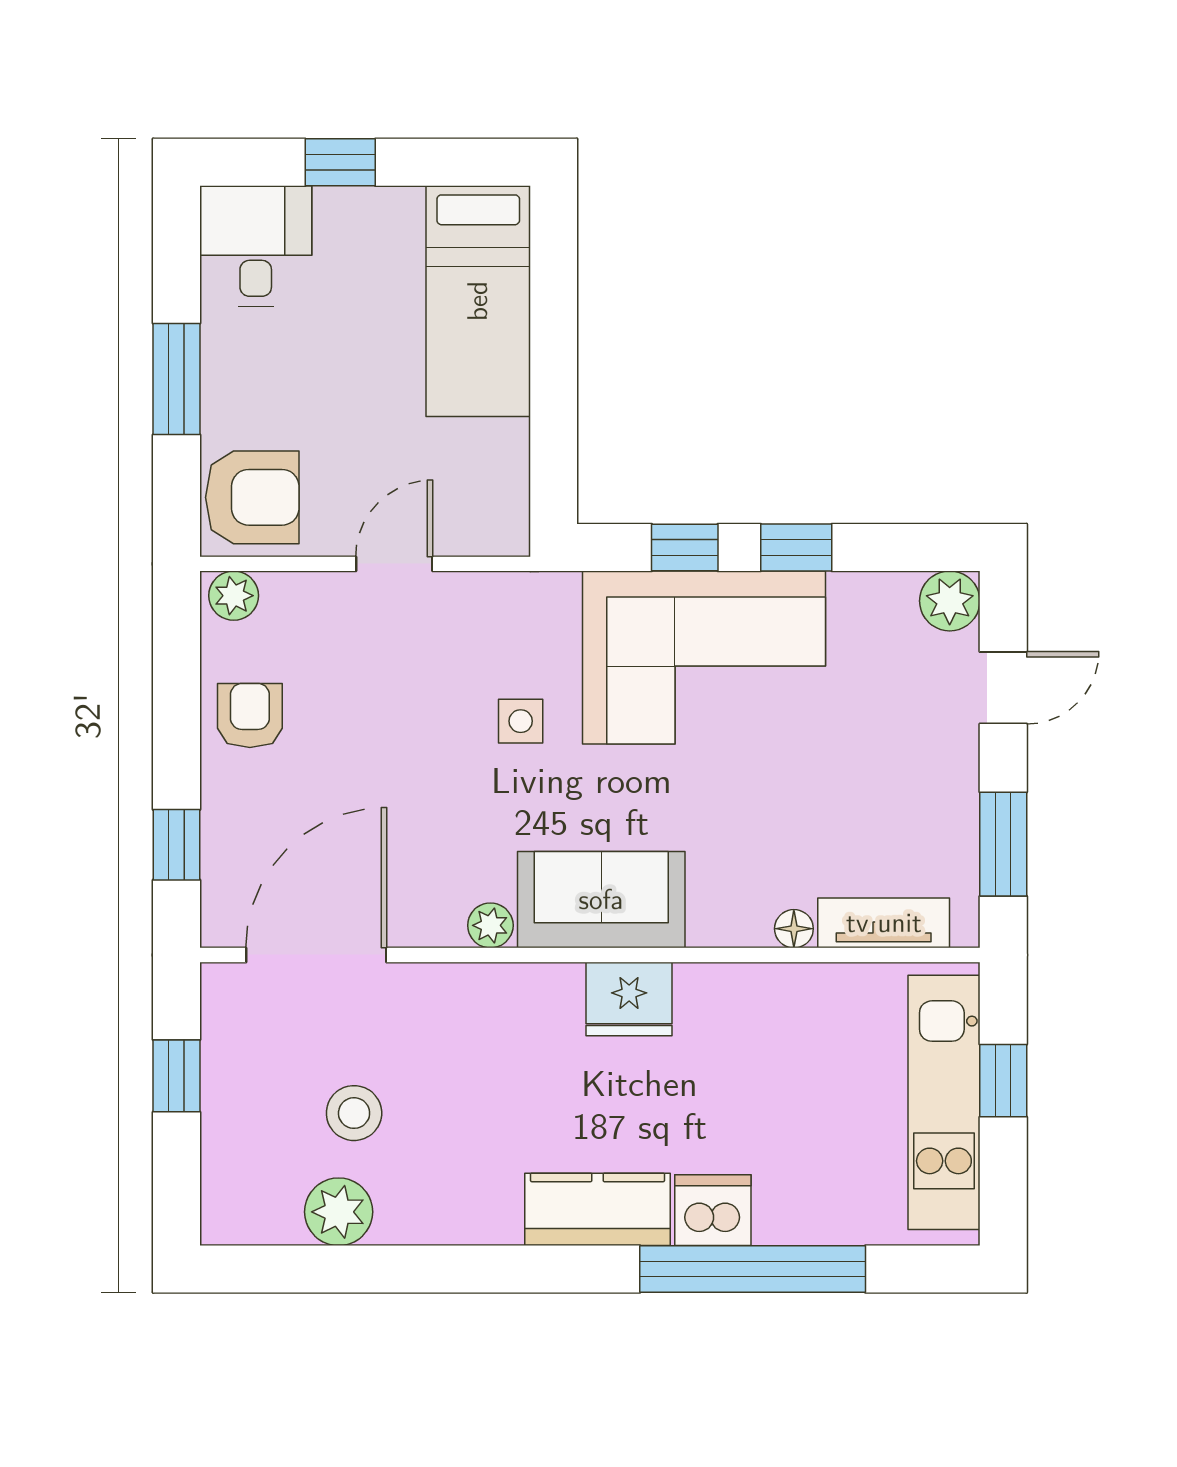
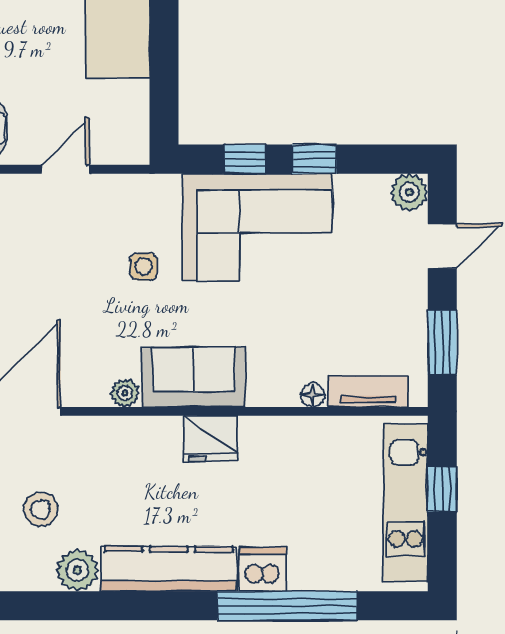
kitchen counter: (598, 1209) -> (169, 569), width x1.50
plant: (339, 1212) -> (77, 570), moved

